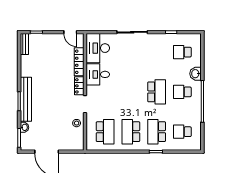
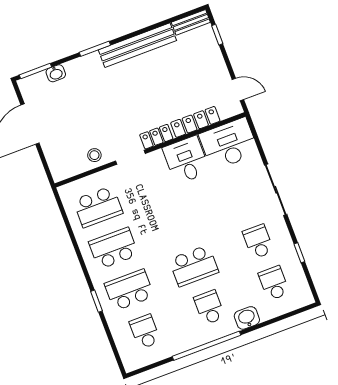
door: (70, 32) -> (238, 90), swing flipped
school desk: (157, 52) -> (258, 242), added
bench: (26, 99) -> (137, 45), moved

